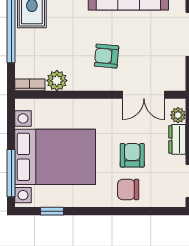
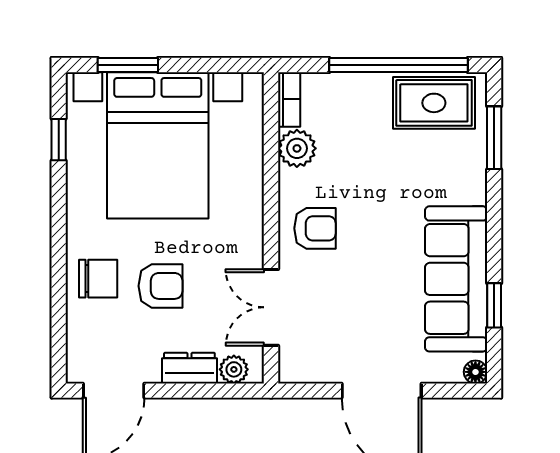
armchair: (107, 56) -> (315, 228), moved, turned 85
window: (11, 173) -> (128, 65), width x0.69
chair: (128, 189) -> (98, 279), turned 90

